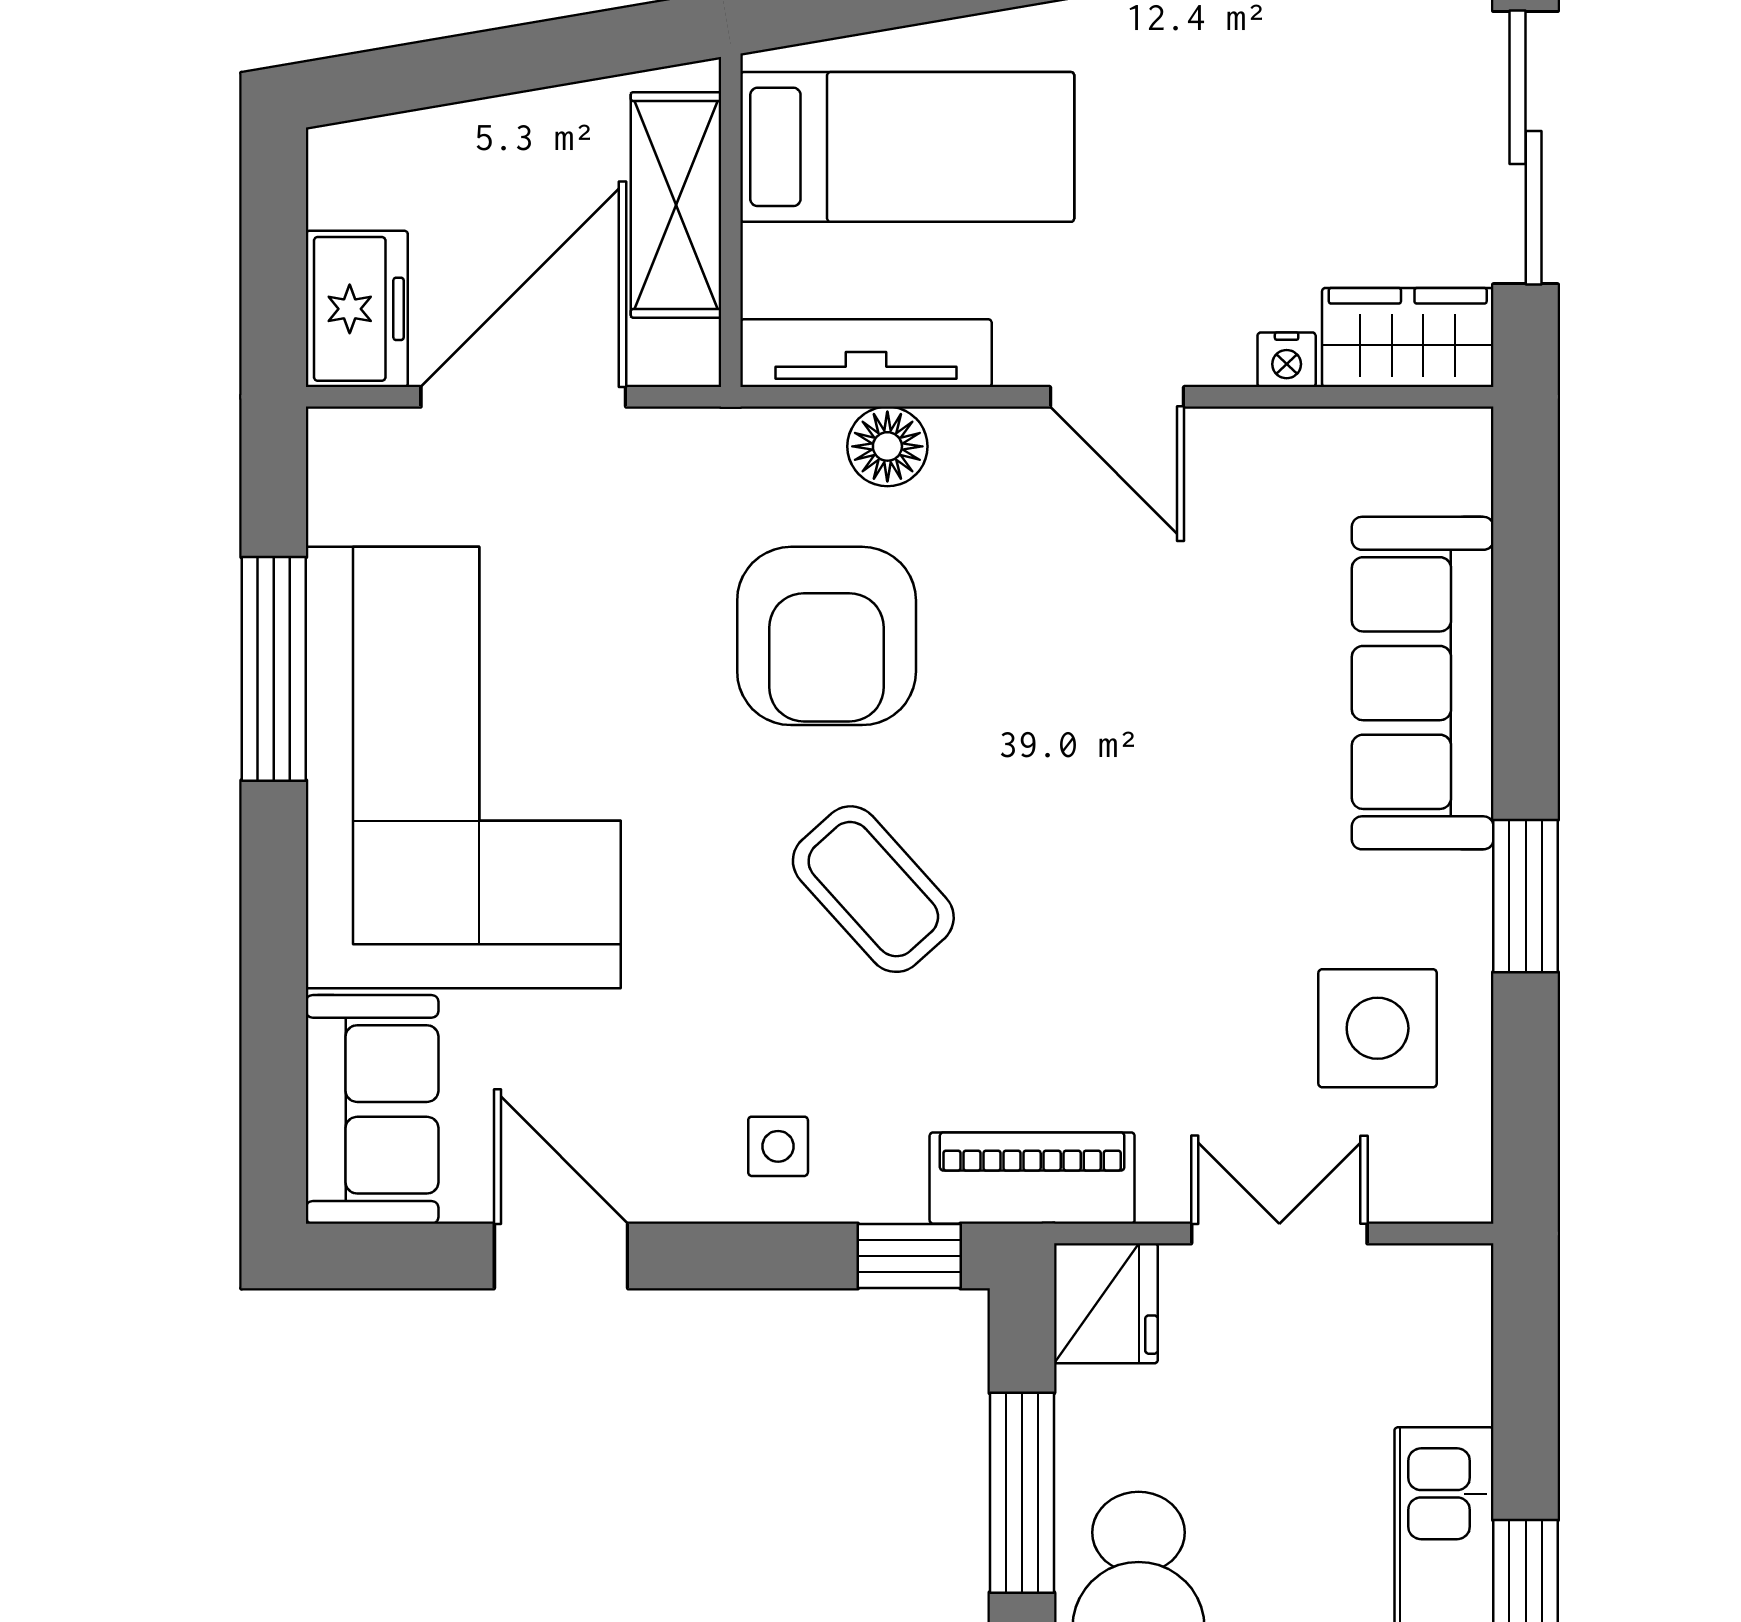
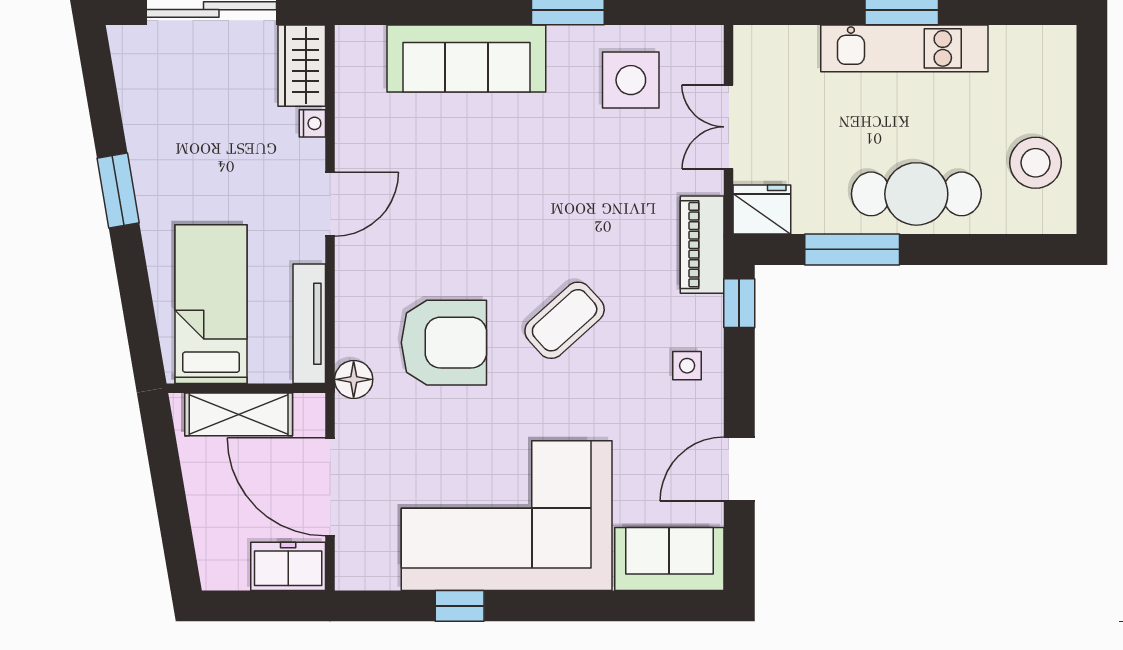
floor lamp: (887, 446) -> (354, 379), moved
window: (274, 669) -> (460, 606), width x0.46

